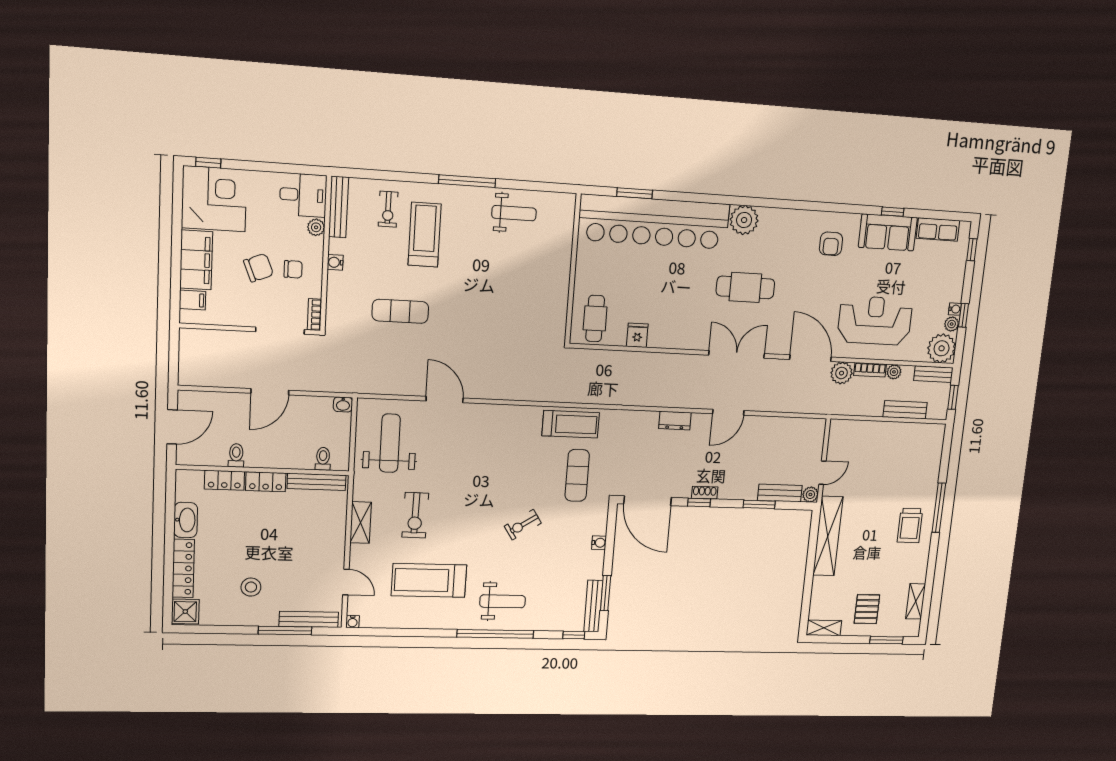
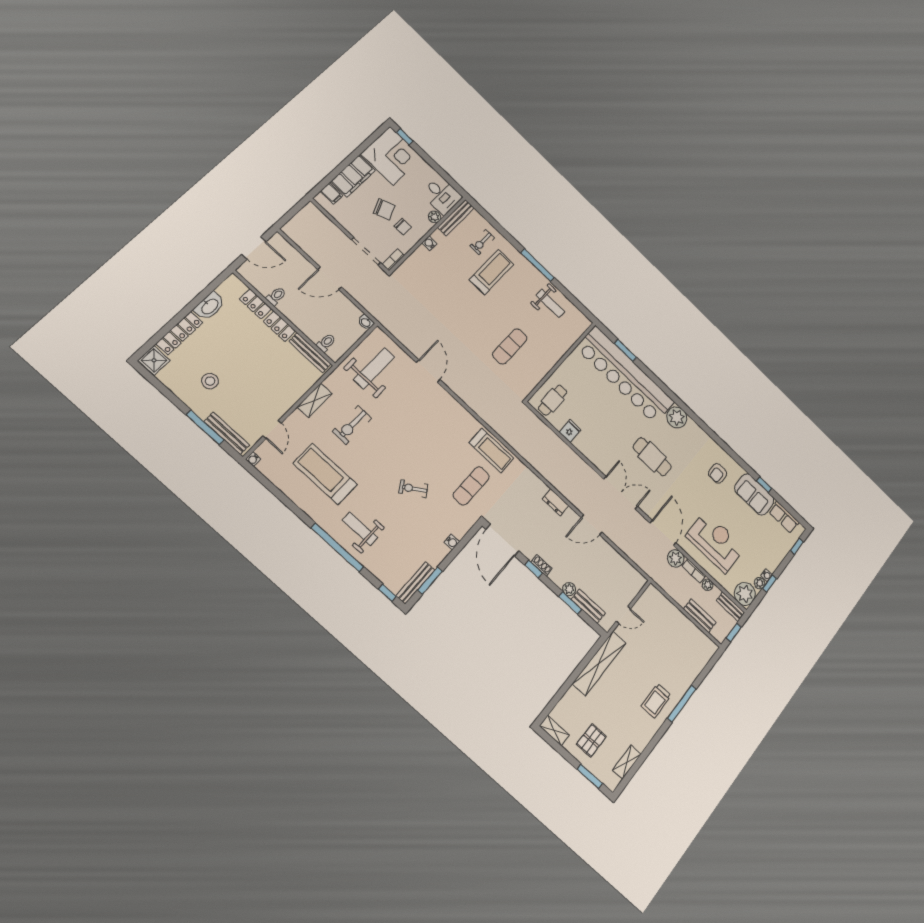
exercise mat: (400, 311) -> (510, 346), moved, turned 90
plant: (810, 495) -> (569, 589), moved
weight bench: (503, 601) -> (360, 529), turned 180

